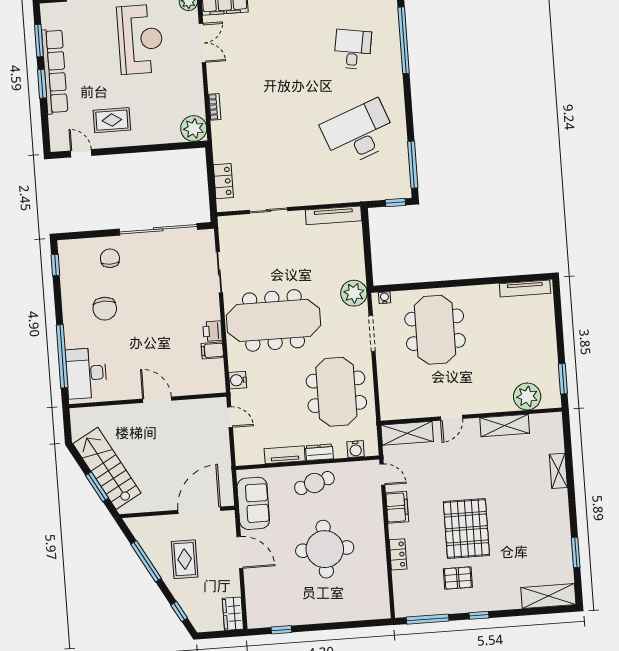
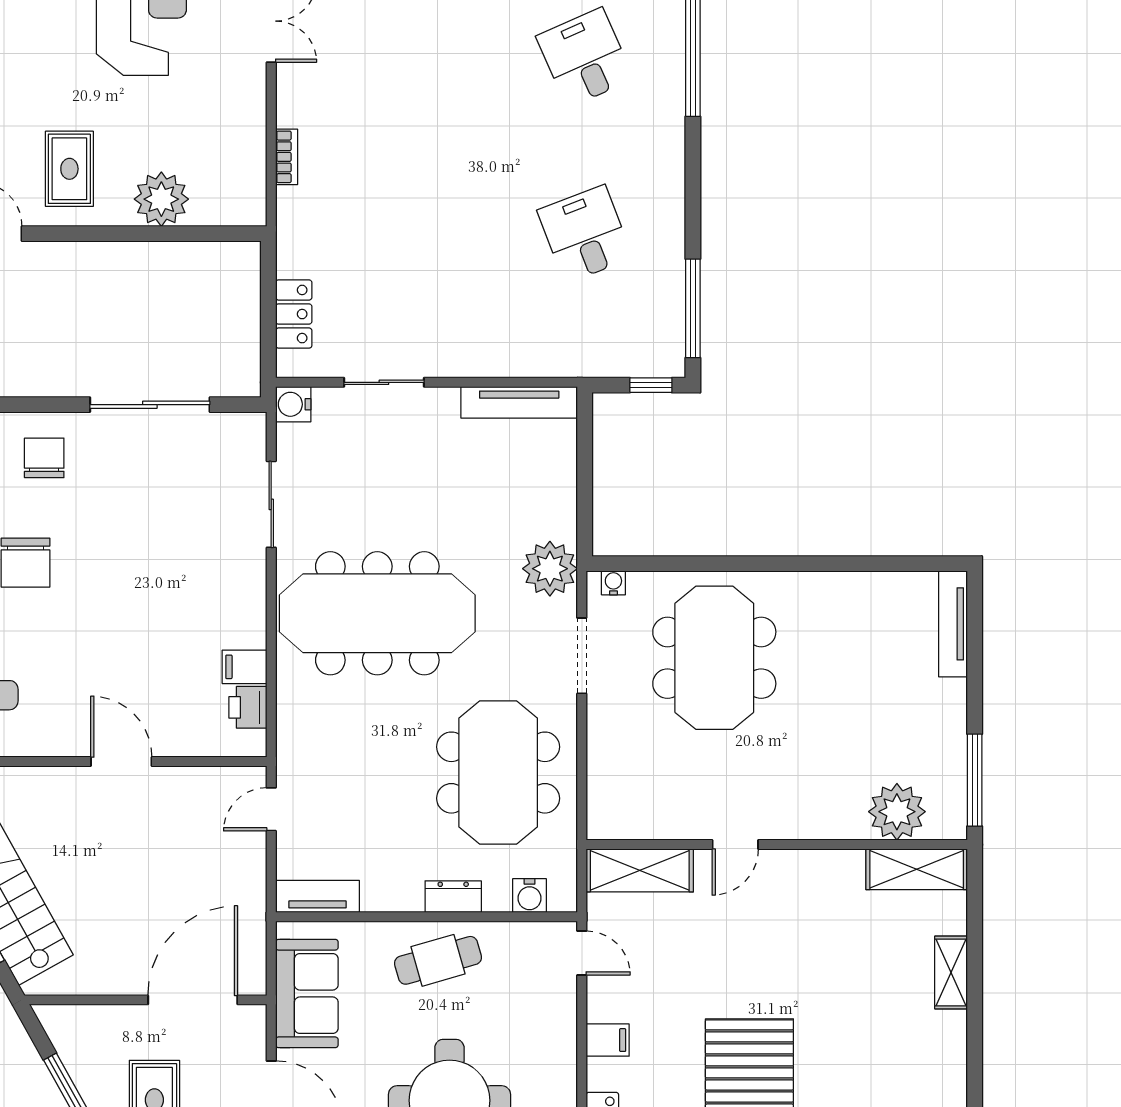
desk: (353, 49) -> (585, 58), turned -33
rug: (112, 120) -> (69, 169), turned 90
plant: (194, 129) -> (161, 199), moved
desk: (359, 133) -> (585, 234), width x0.53, depth x0.77
sliding door: (158, 229) -> (150, 405), width x0.73
tv unit: (525, 289) -> (953, 624), moved, turned 90
printer: (212, 331) -> (248, 707), moved
window: (563, 379) -> (975, 780), width x1.44
water cooler: (238, 380) -> (293, 404), moved
door: (230, 417) -> (271, 809), swing flipped
shelving: (505, 426) -> (917, 869), moved
tv unit: (285, 455) -> (317, 896), moved
filing cabinet: (397, 507) -> (608, 1040), width x0.50

